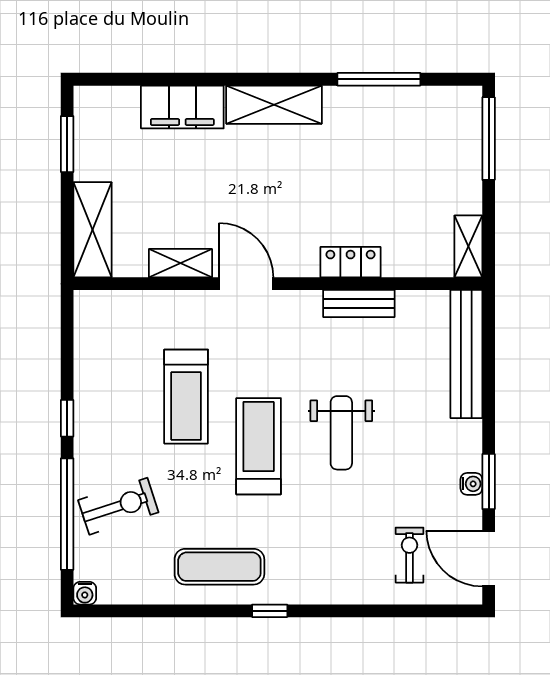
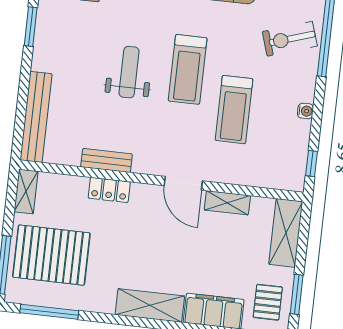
window: (379, 79) -> (49, 312), moved
pallet: (107, 128) -> (268, 302), added
pallet: (422, 160) -> (51, 255), added
treadmill: (186, 397) -> (234, 110), turned 180
window: (67, 418) -> (312, 163), moved
water cooler: (471, 484) -> (305, 111), moved, turned 180

